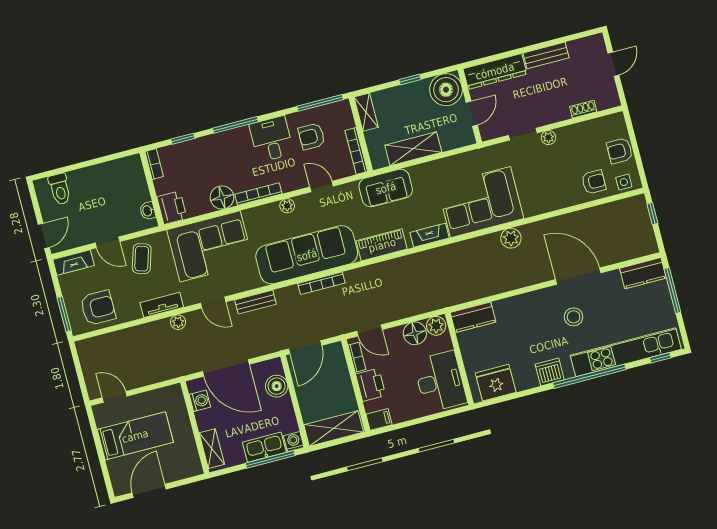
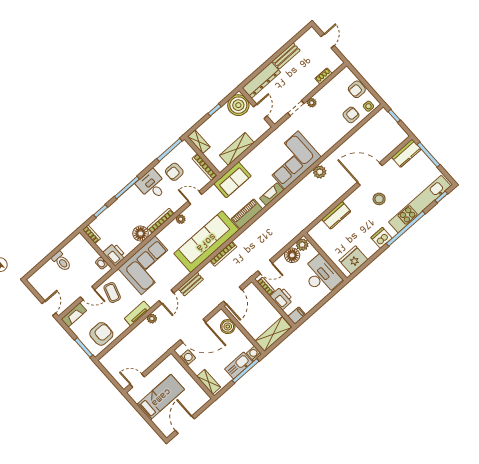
toilet: (60, 189) -> (61, 261), moved
door: (213, 303) -> (166, 297), hinge flipped
kitchen counter: (473, 317) -> (336, 215), moved

